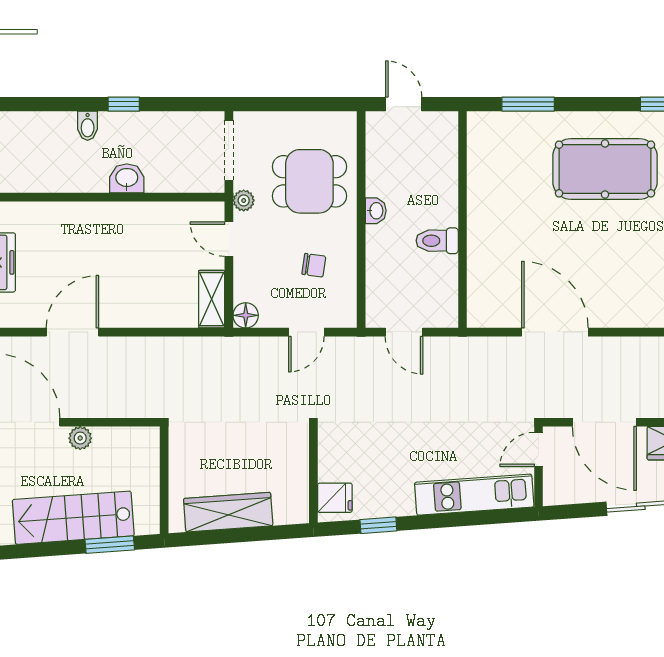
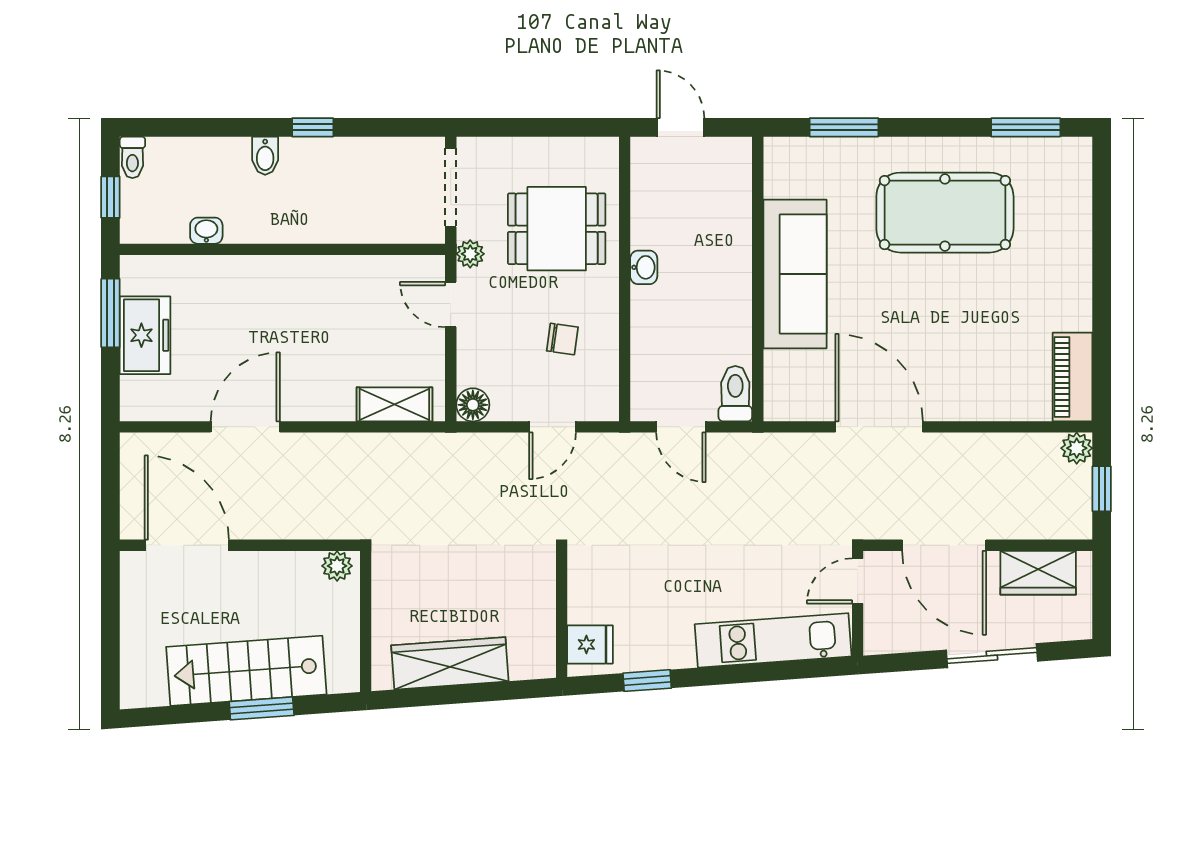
washbasin: (127, 178) -> (206, 231), moved, width x0.72, depth x0.69
sofa: (491, 216) -> (795, 274), added
toilet: (437, 241) -> (735, 394), moved, turned 90
shelving: (212, 299) -> (394, 404), moved, turned 90
plant: (80, 438) -> (337, 566), moved
window: (110, 545) -> (262, 708), moved

